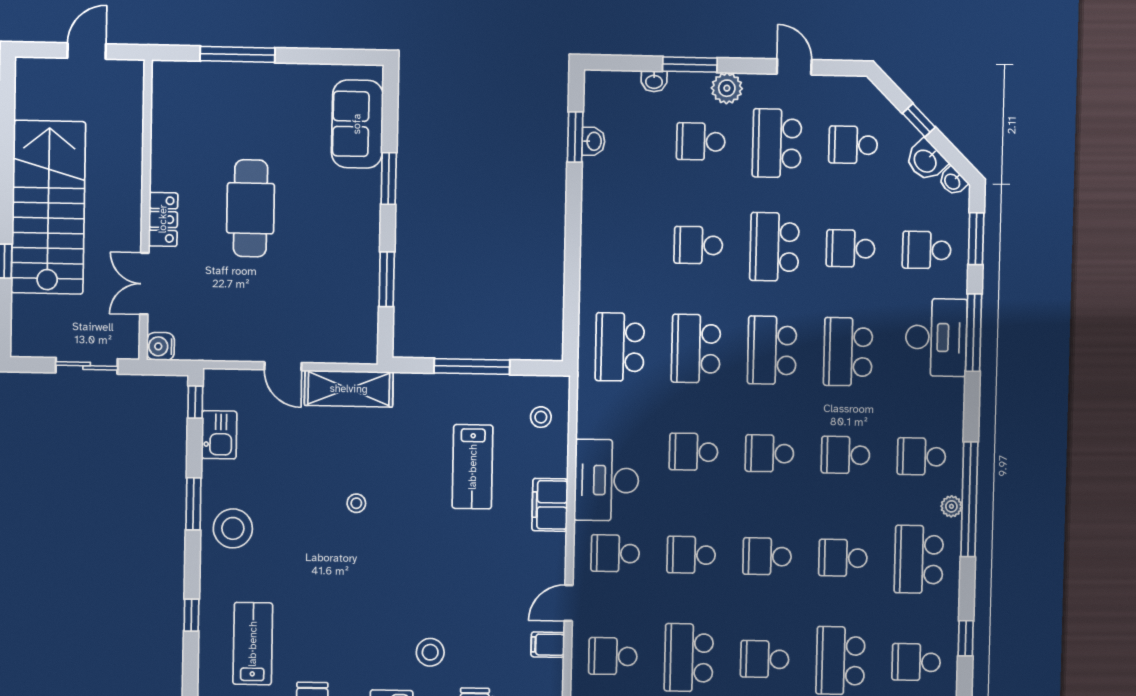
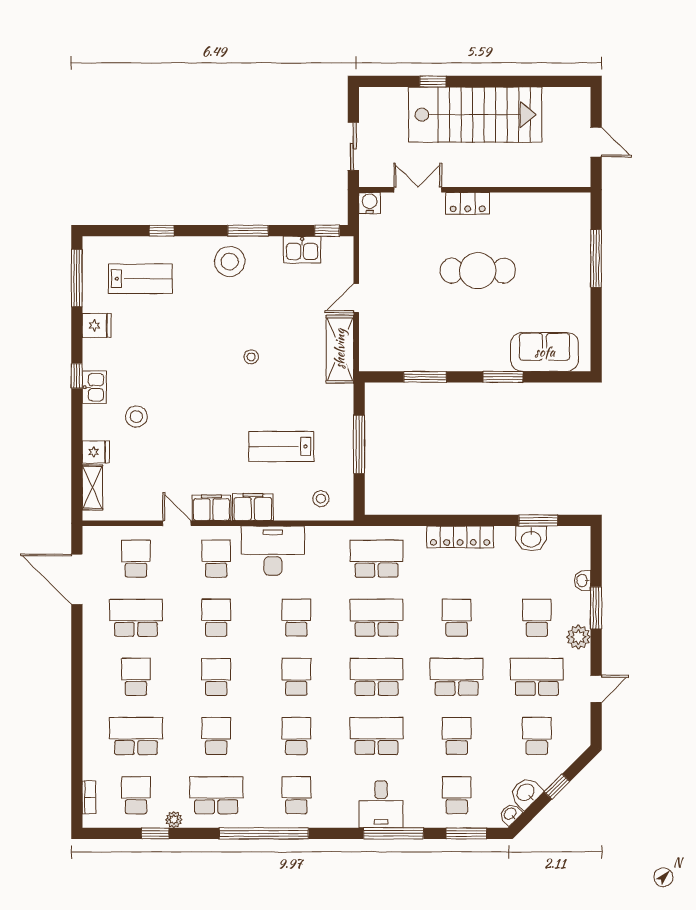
washbasin: (593, 141) -> (531, 539), width x1.38, depth x1.45
locker: (594, 239) -> (460, 537), added
desk: (936, 337) -> (381, 804), width x0.73
plant: (951, 506) -> (174, 820), moved
filing cabinet: (548, 645) -> (211, 508), moved, width x2.00

